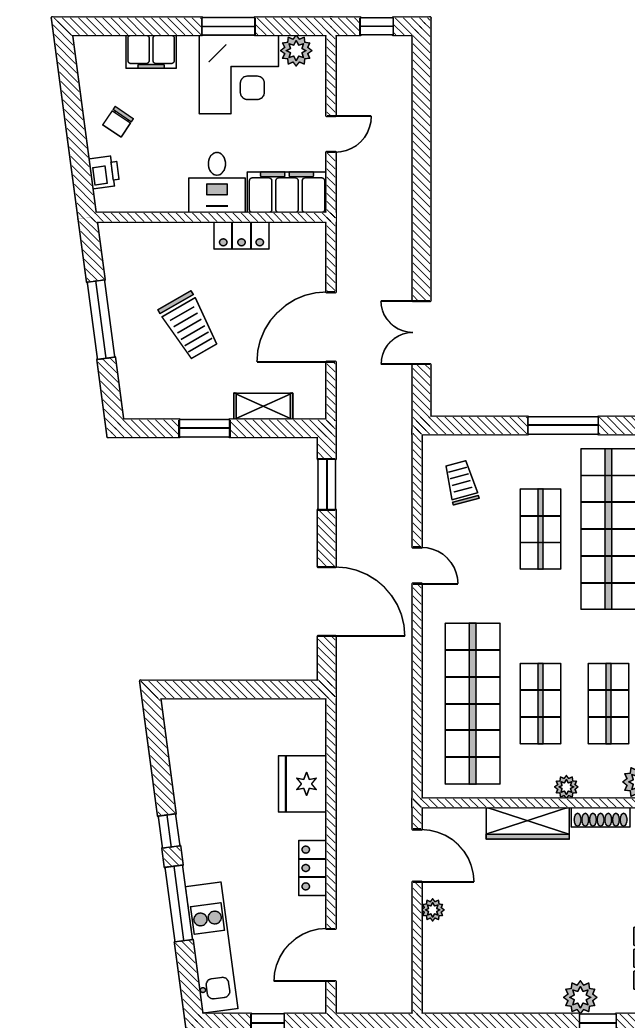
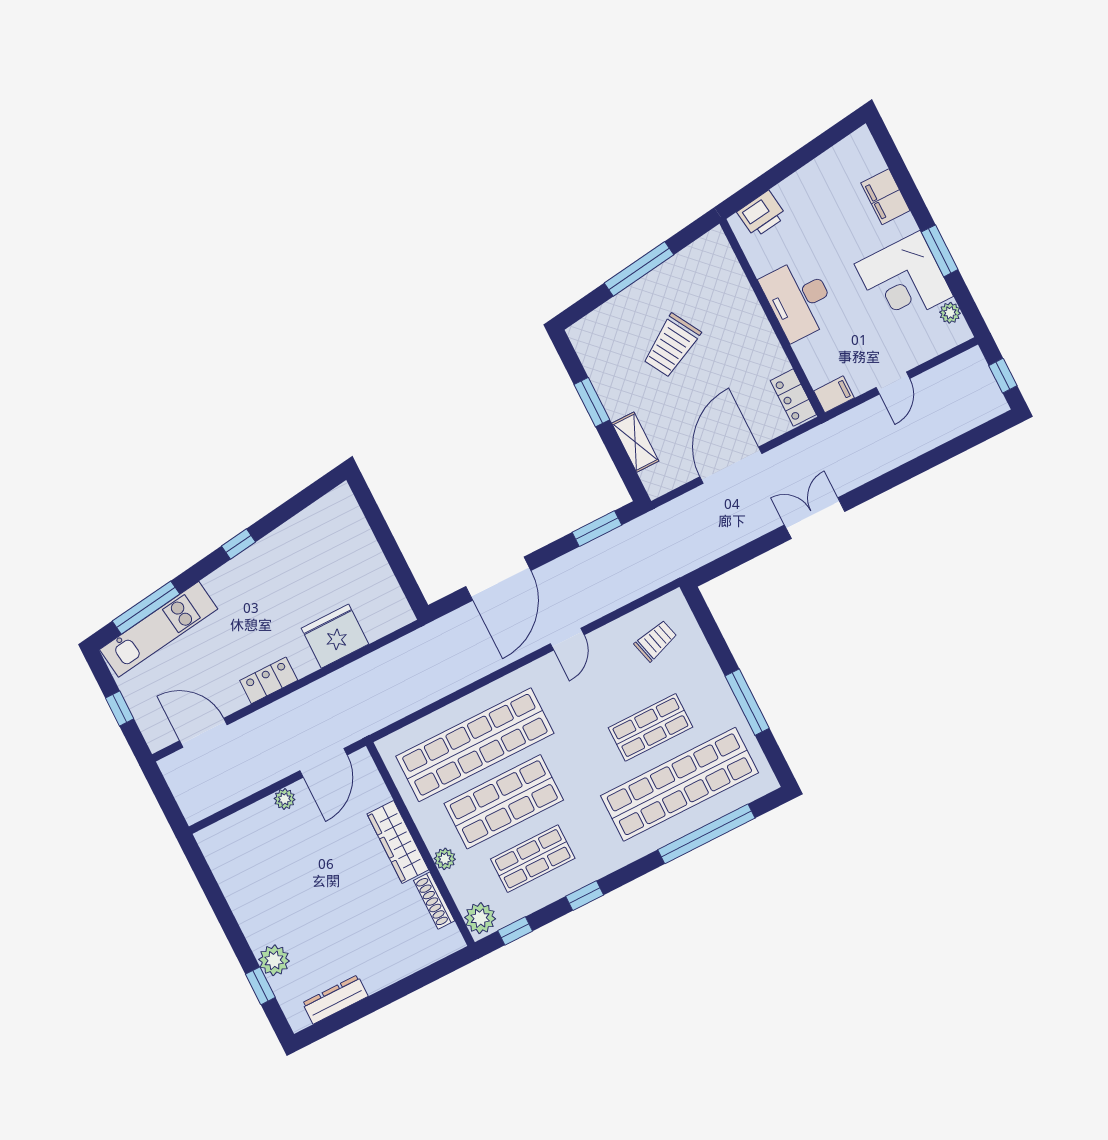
plant: (296, 51) -> (950, 313), width x0.73, depth x0.73
chair: (118, 122) -> (812, 199), removed
door: (331, 134) -> (893, 383), hinge flipped
printer: (104, 172) -> (762, 214), width x1.36, depth x1.24
desk: (217, 183) -> (799, 299), width x1.37
filing cabinet: (287, 192) -> (834, 394), width x0.33, depth x0.86
locker: (242, 235) -> (793, 398), moved
door: (331, 327) -> (731, 465), hinge flipped
double door: (421, 333) -> (815, 518), moved
shop shelf: (541, 704) -> (504, 802), width x1.43, depth x1.36
window: (179, 903) -> (146, 608), moved

